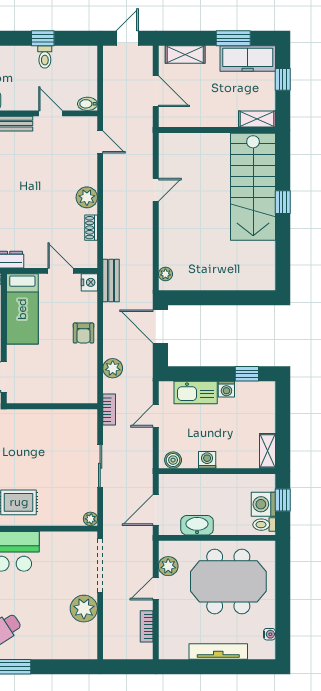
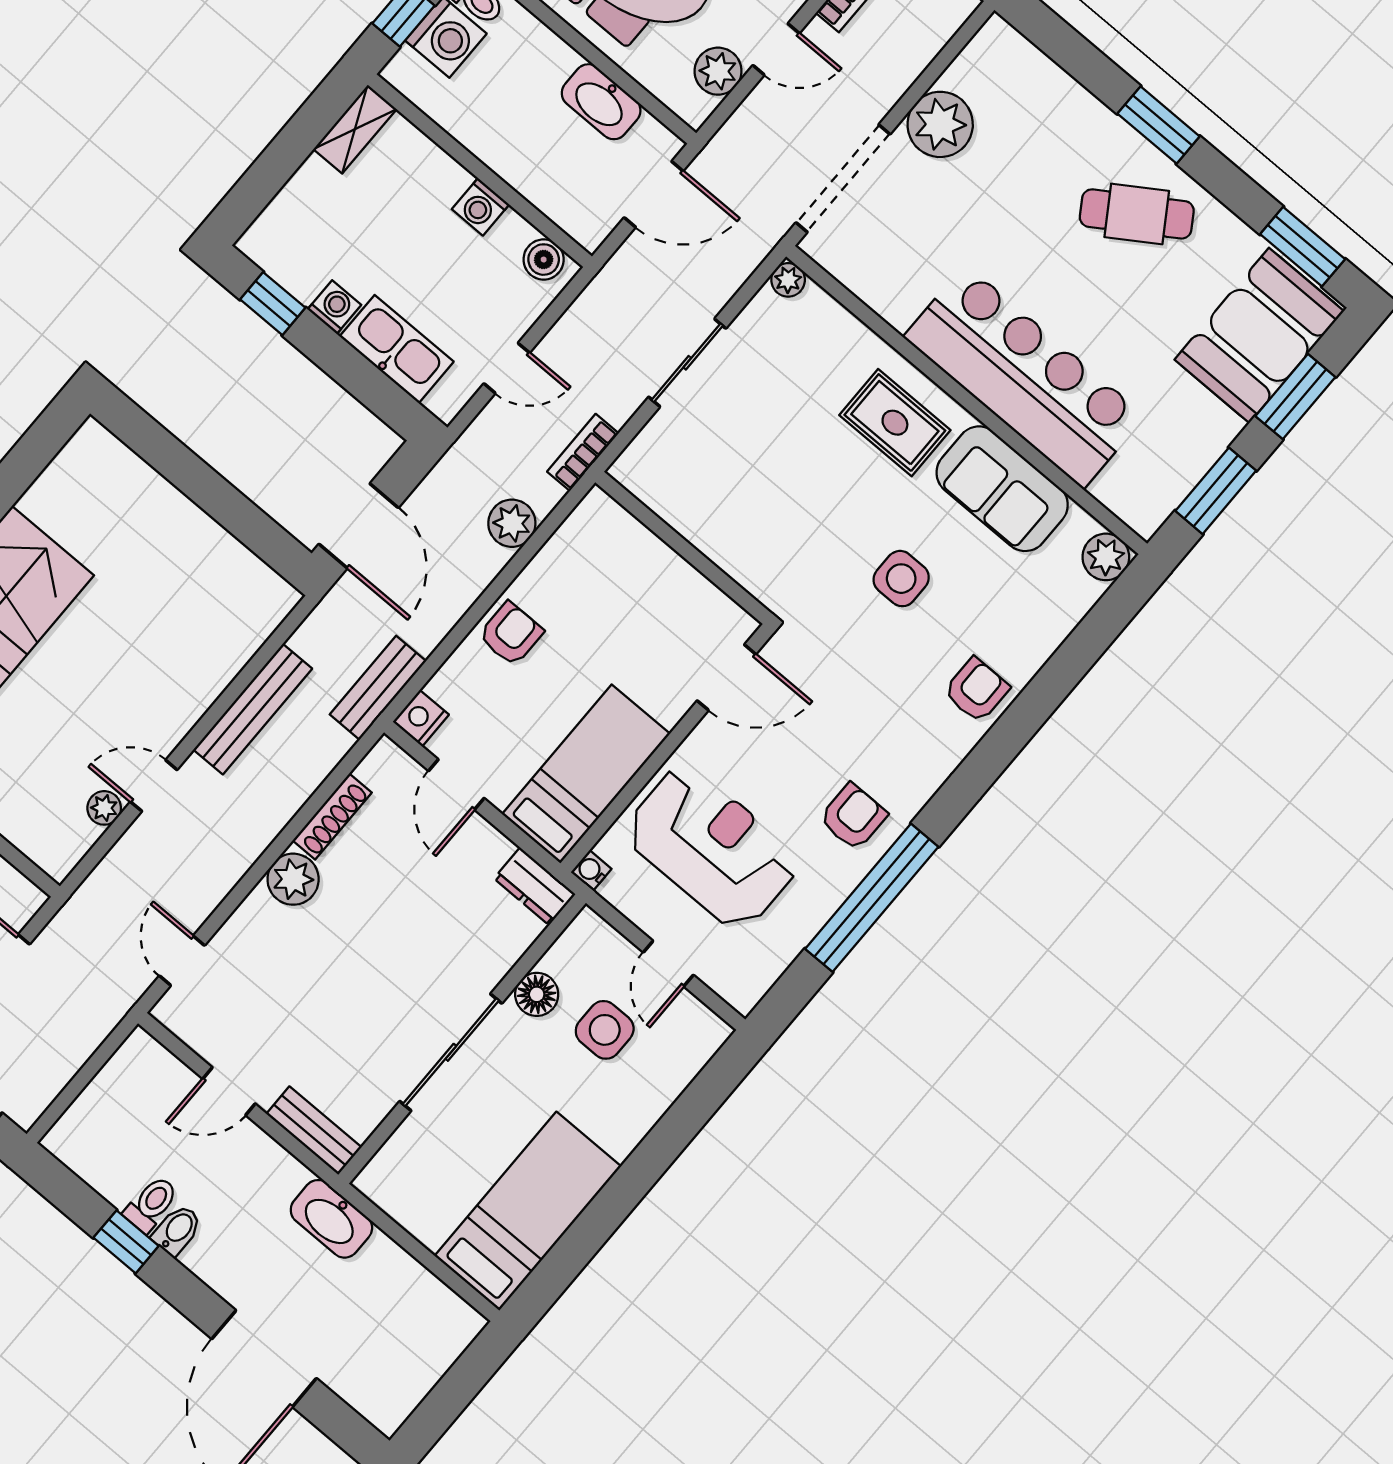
bidet: (87, 104) -> (177, 1230), moved, turned -90
door: (50, 113) -> (229, 1091), hinge flipped
shoe rack: (91, 228) -> (332, 816), width x1.43
bench: (145, 240) -> (253, 709), added
plant: (165, 274) -> (104, 808), moved

